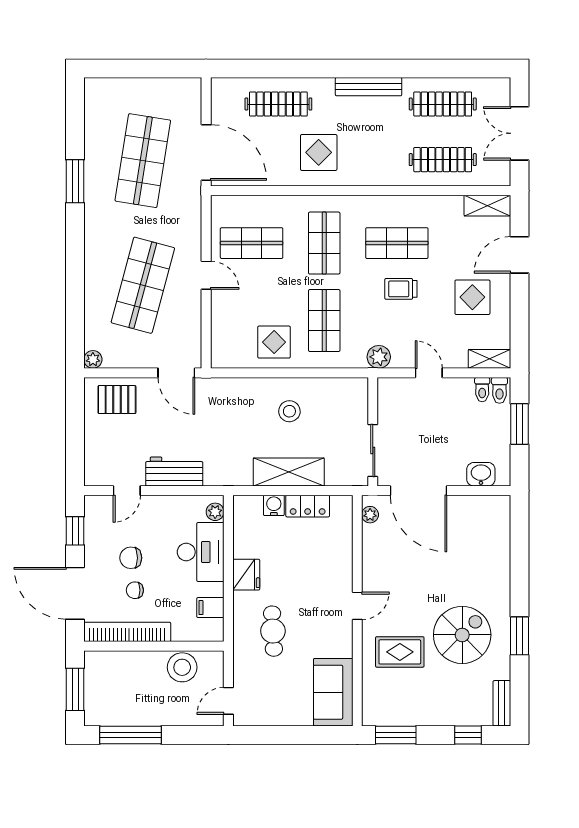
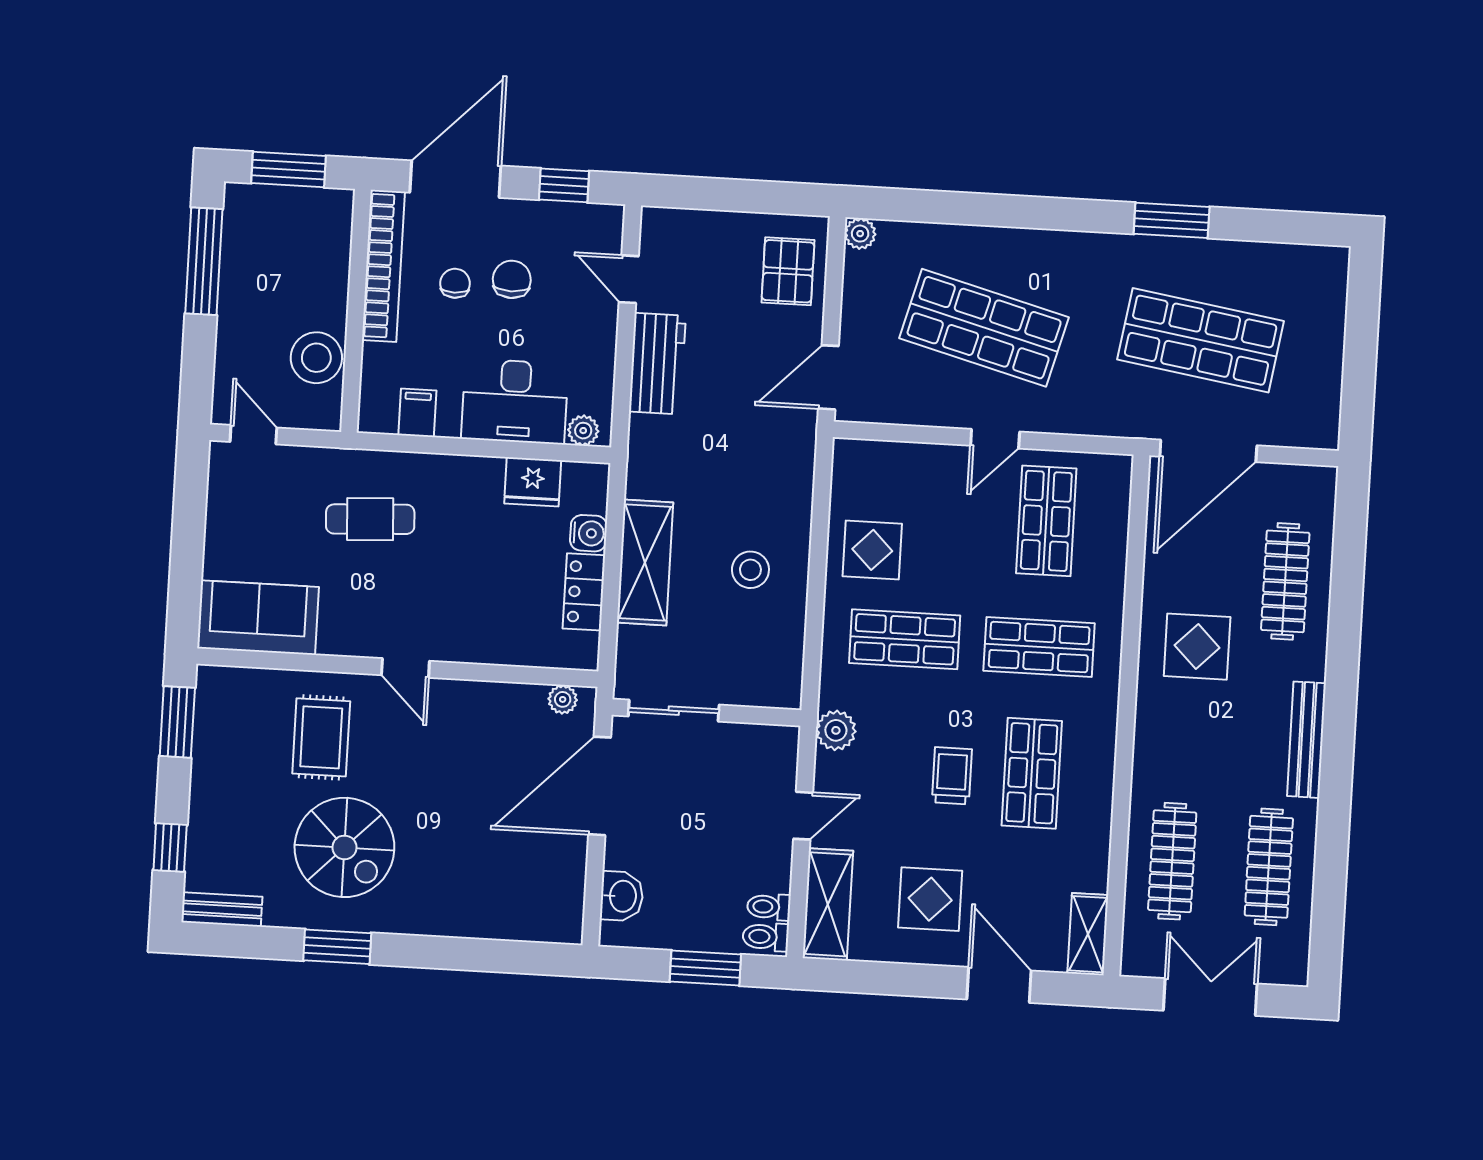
shelving: (489, 359) -> (828, 904), width x1.50, depth x1.33
fridge: (246, 575) -> (533, 482), moved

